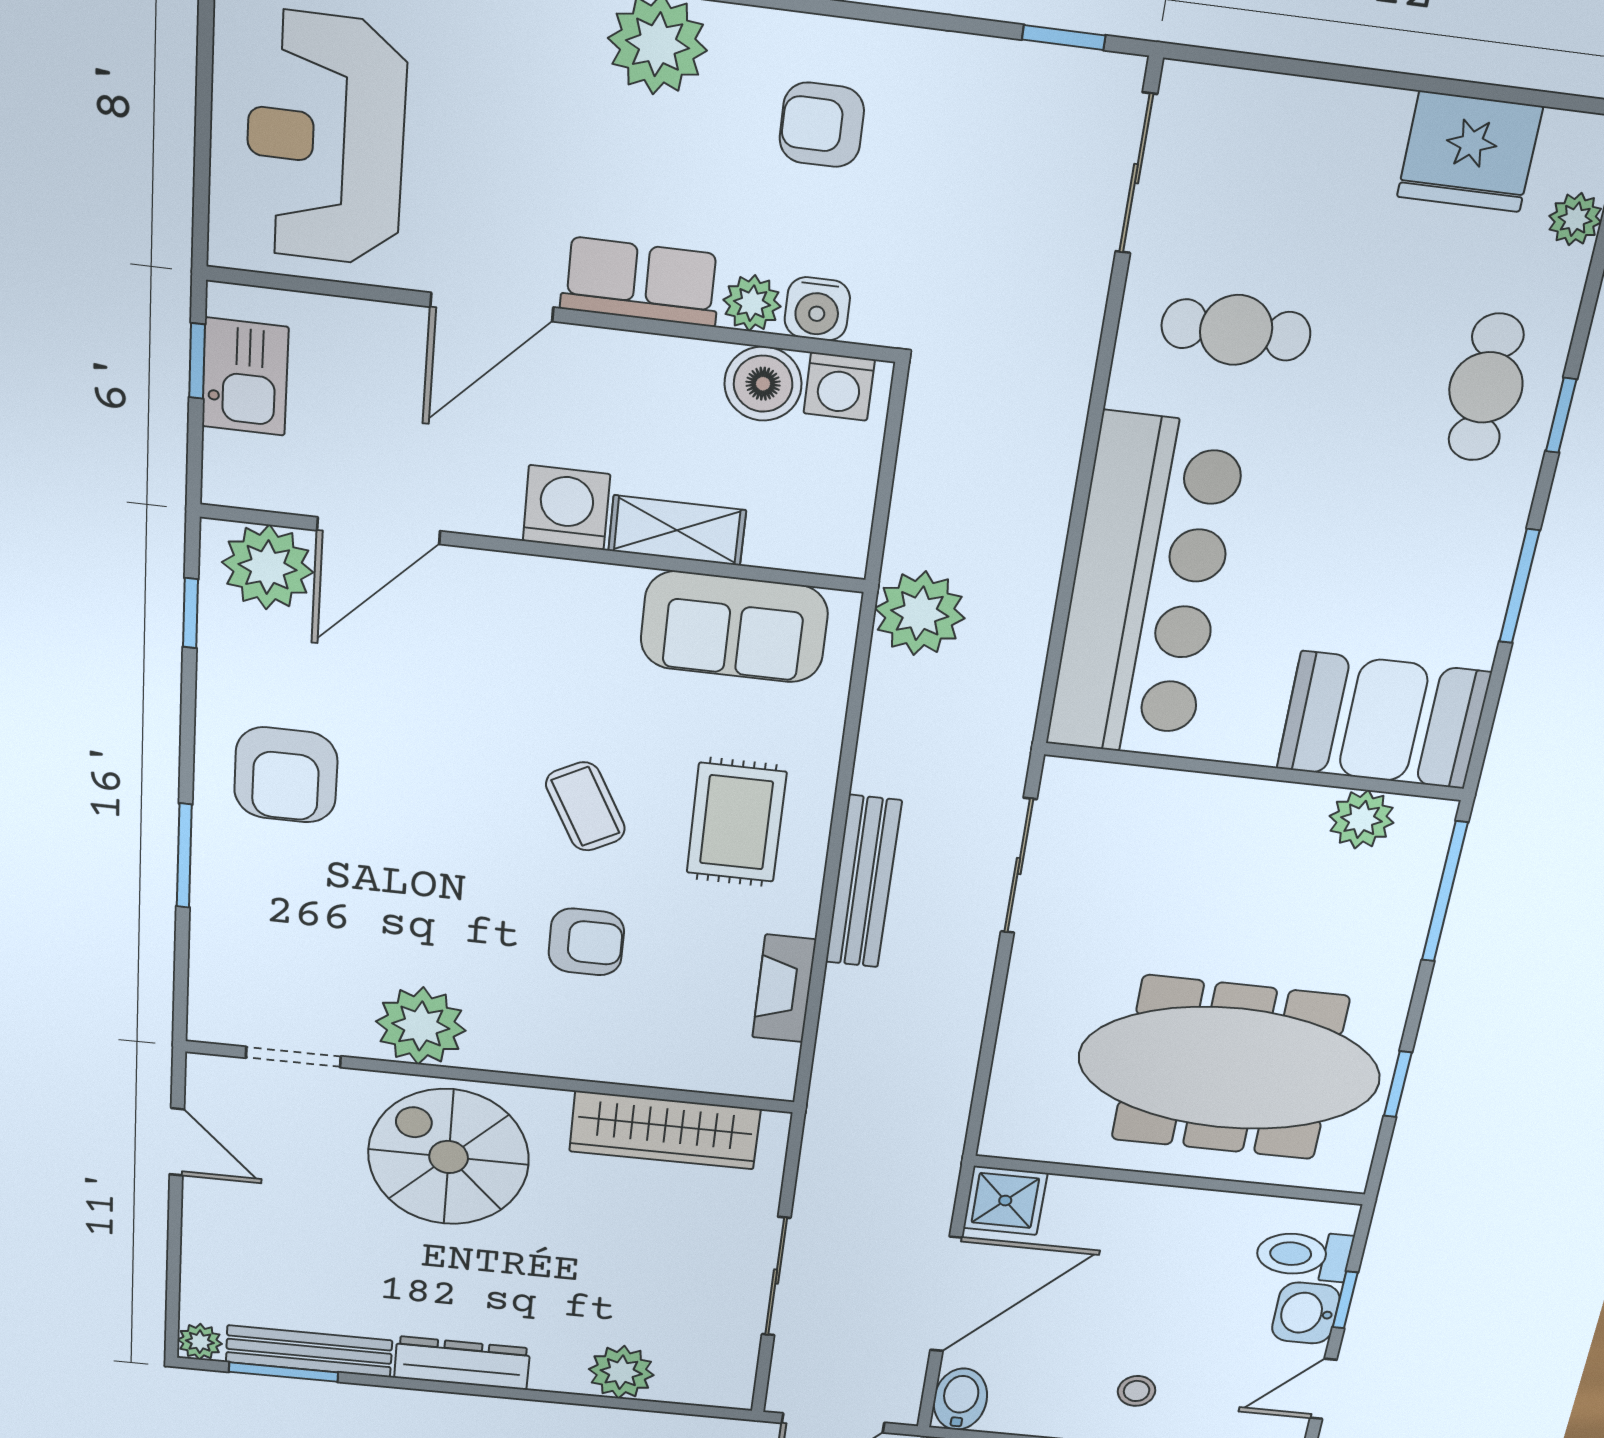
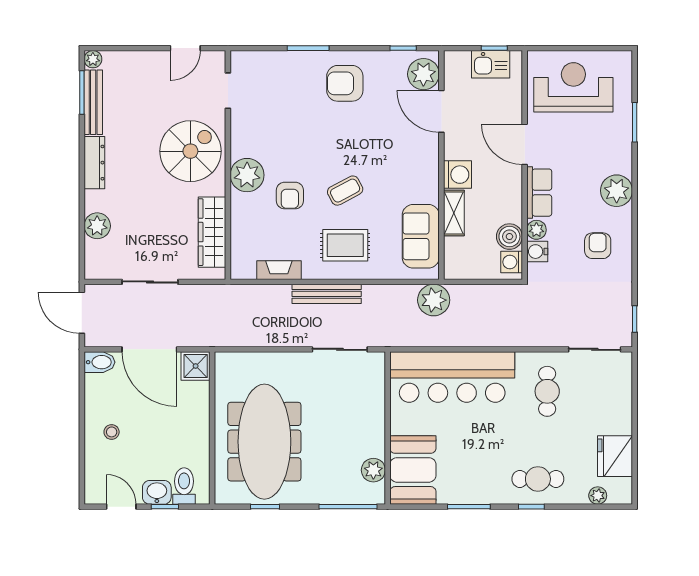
plant: (421, 1026) -> (247, 175), moved

